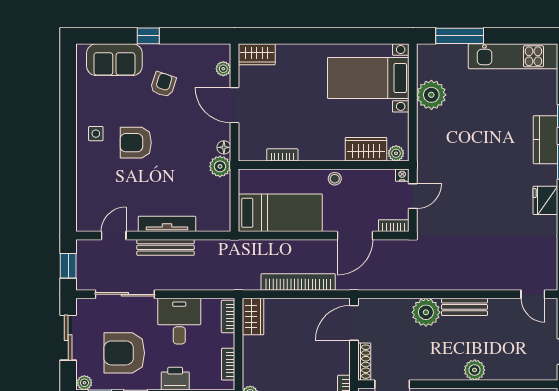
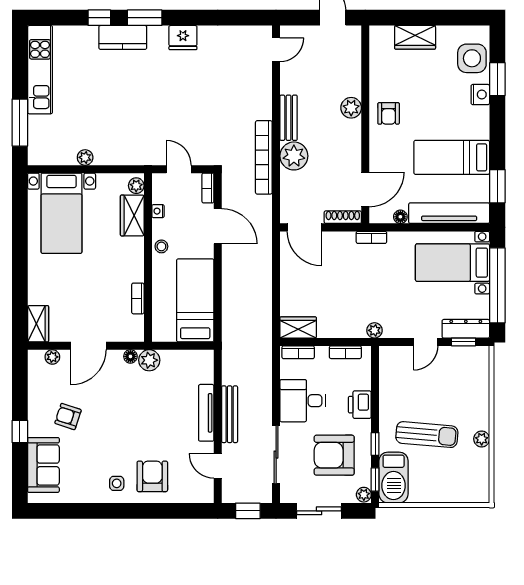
plant: (431, 95) -> (85, 157), width x0.53, depth x0.53
armchair: (136, 143) -> (152, 476), moved, turned 180
nightstand: (402, 175) -> (158, 211), moved
bookcase: (298, 282) -> (264, 157), moved
armchair: (124, 353) -> (334, 455), turned 90

